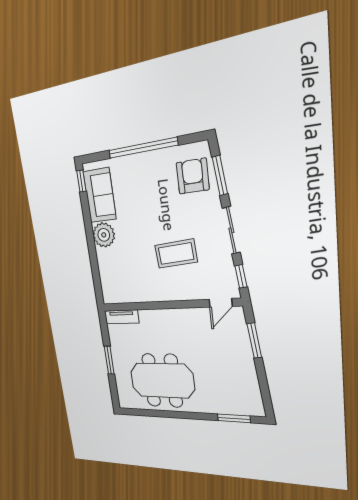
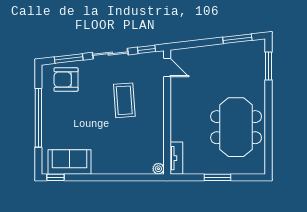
plant: (104, 235) -> (158, 169), moved, width x0.53, depth x0.53
window: (254, 341) -> (237, 39), moved

